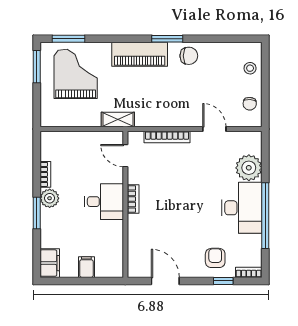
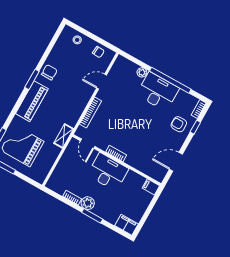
door: (125, 156) -> (88, 144), hinge flipped
plant: (249, 168) -> (142, 72), width x0.53, depth x0.53
desk: (104, 202) -> (108, 172), width x1.37
filing cabinet: (86, 267) -> (151, 187), moved

